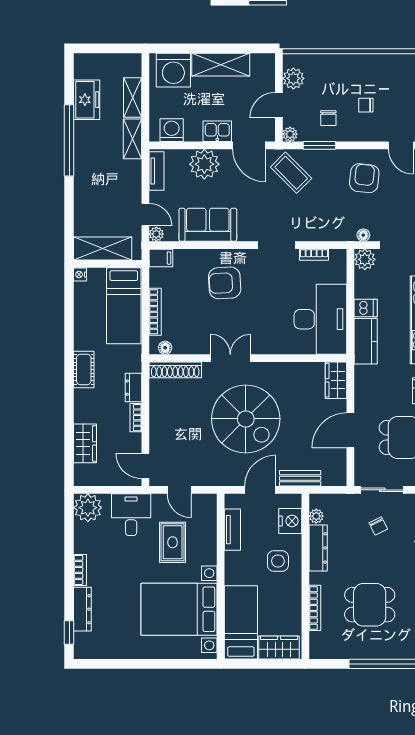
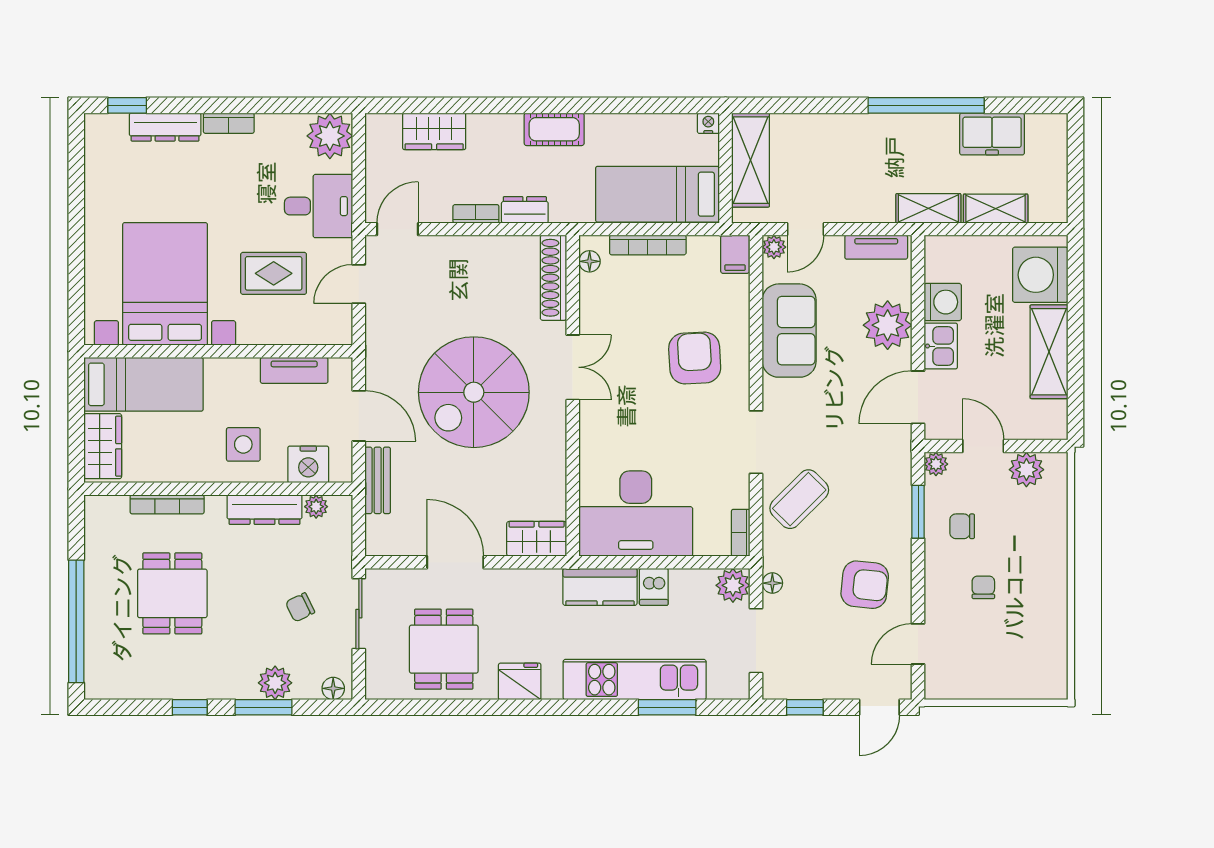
washing machine: (172, 130) -> (943, 302), moved
coffee table: (291, 173) -> (799, 499), moved
bookcase: (314, 255) -> (741, 533), moved

